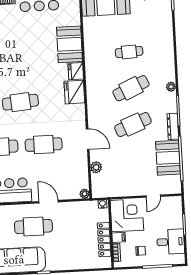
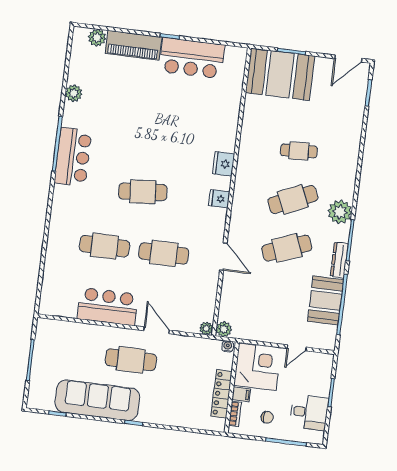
booth: (70, 44) -> (222, 127), removed
plant: (171, 87) -> (340, 212), width x1.88, depth x1.88
fridge: (74, 92) -> (219, 199), width x0.53, depth x0.75
plant: (96, 167) -> (224, 329), moved

